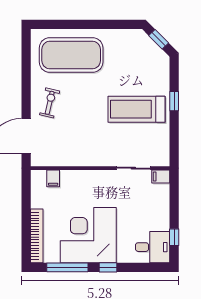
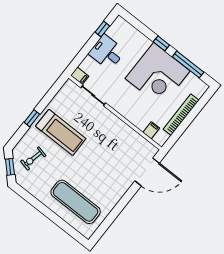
exercise mat: (71, 55) -> (76, 202), width x0.68
exercise bike: (50, 103) -> (33, 158), moved
bookcase: (37, 236) -> (181, 115), moved
desk: (153, 247) -> (107, 52), moved

